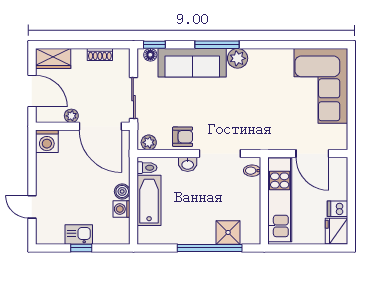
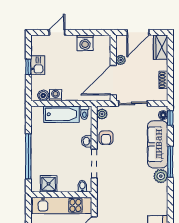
washing machine: (47, 141) -> (85, 43), moved, turned -90
boiler: (122, 191) -> (43, 95), moved
shower: (228, 232) -> (49, 184), moved

